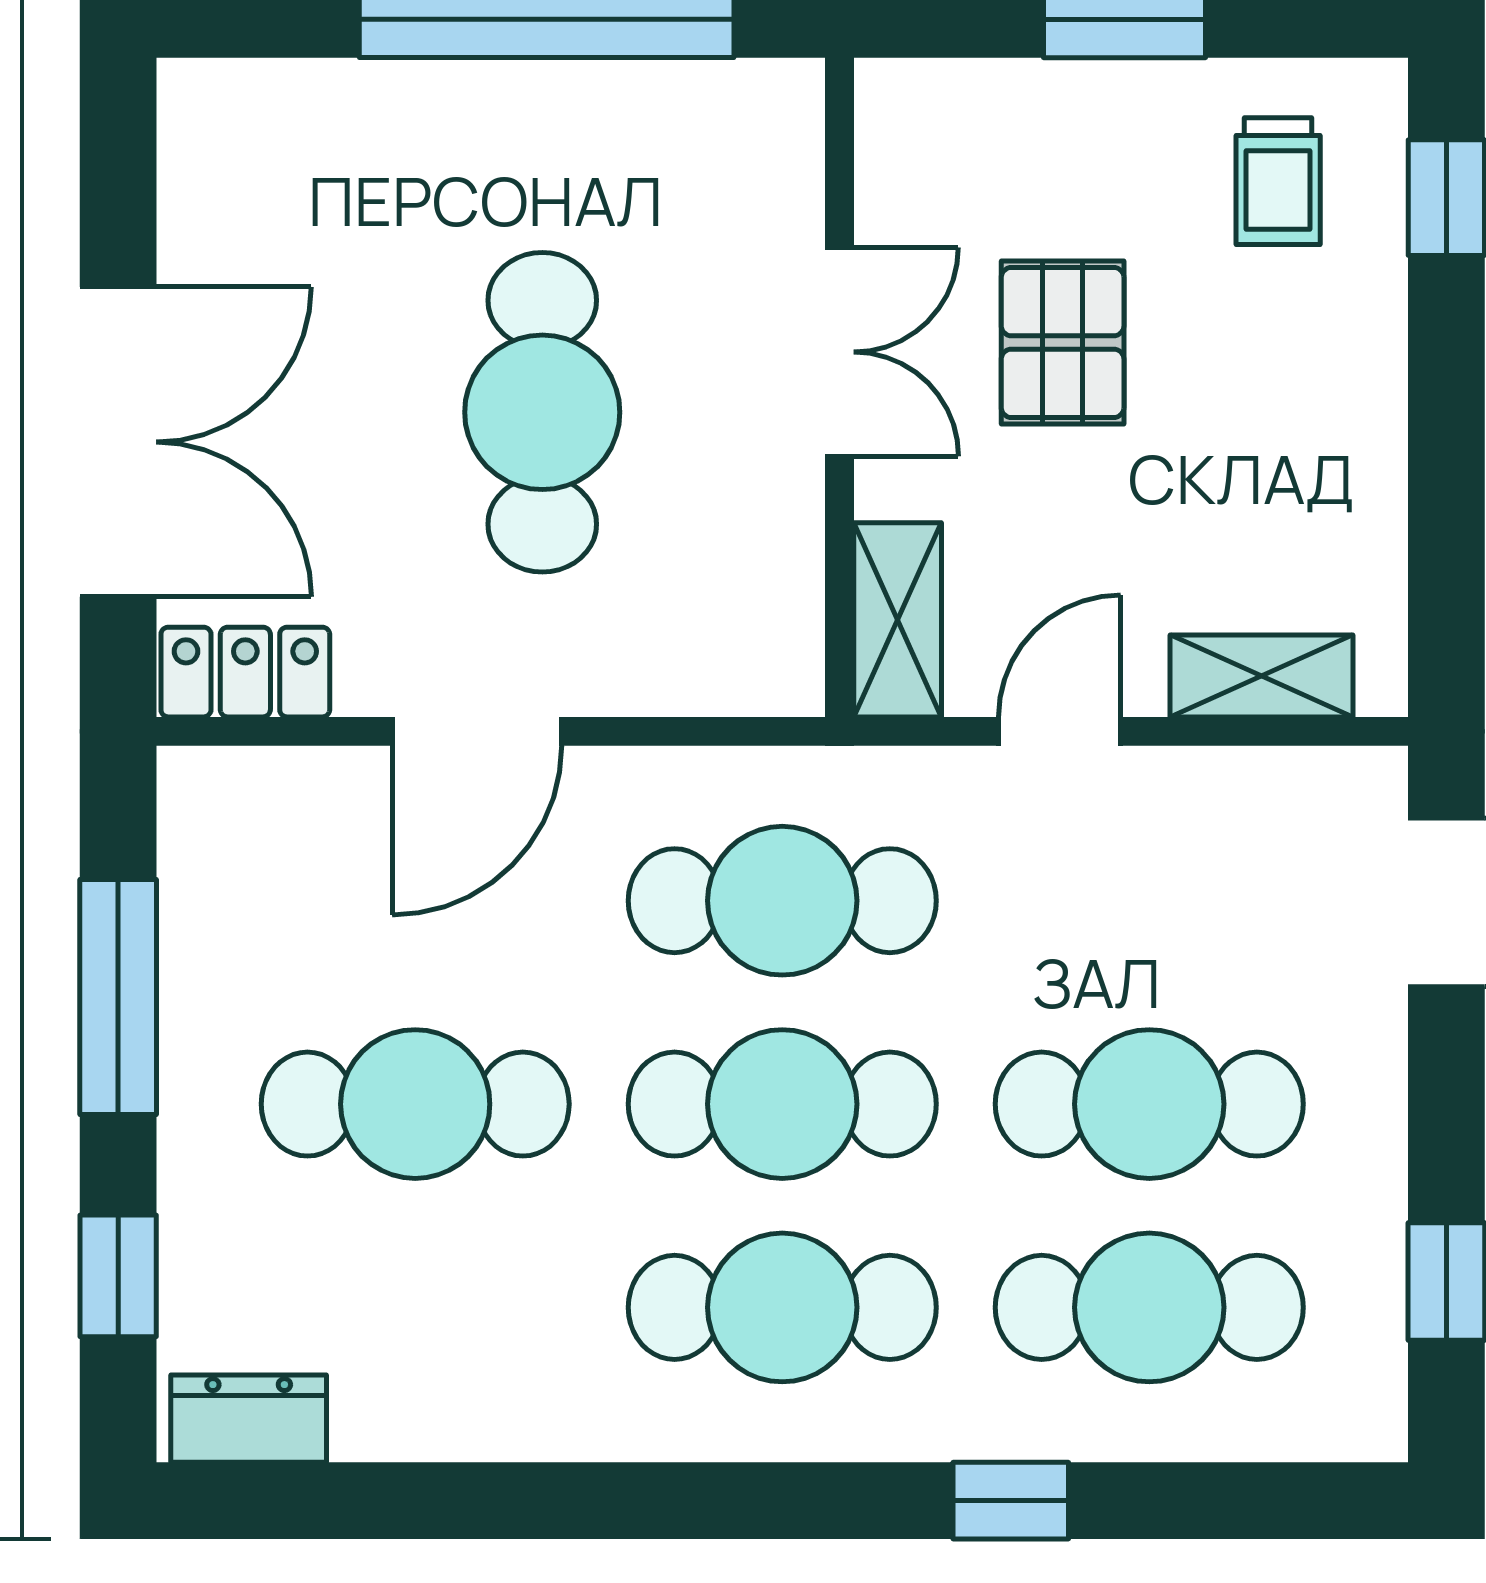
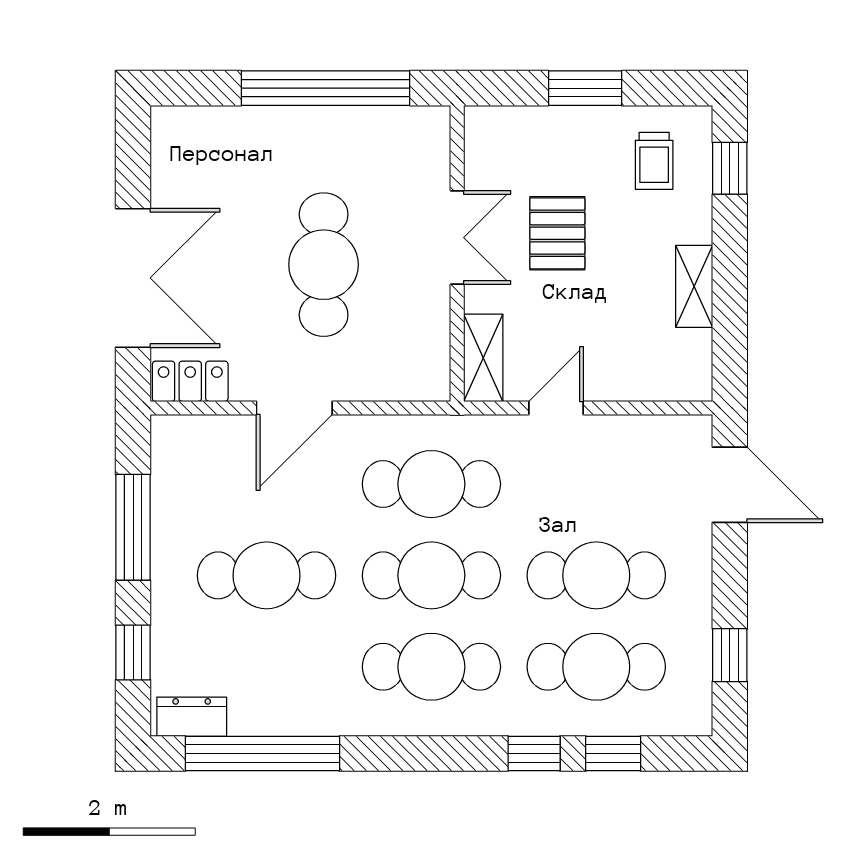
shelving: (1262, 676) -> (694, 286), moved, turned 90
window: (406, 1501) -> (262, 754), added
window: (1187, 1501) -> (613, 754), added

